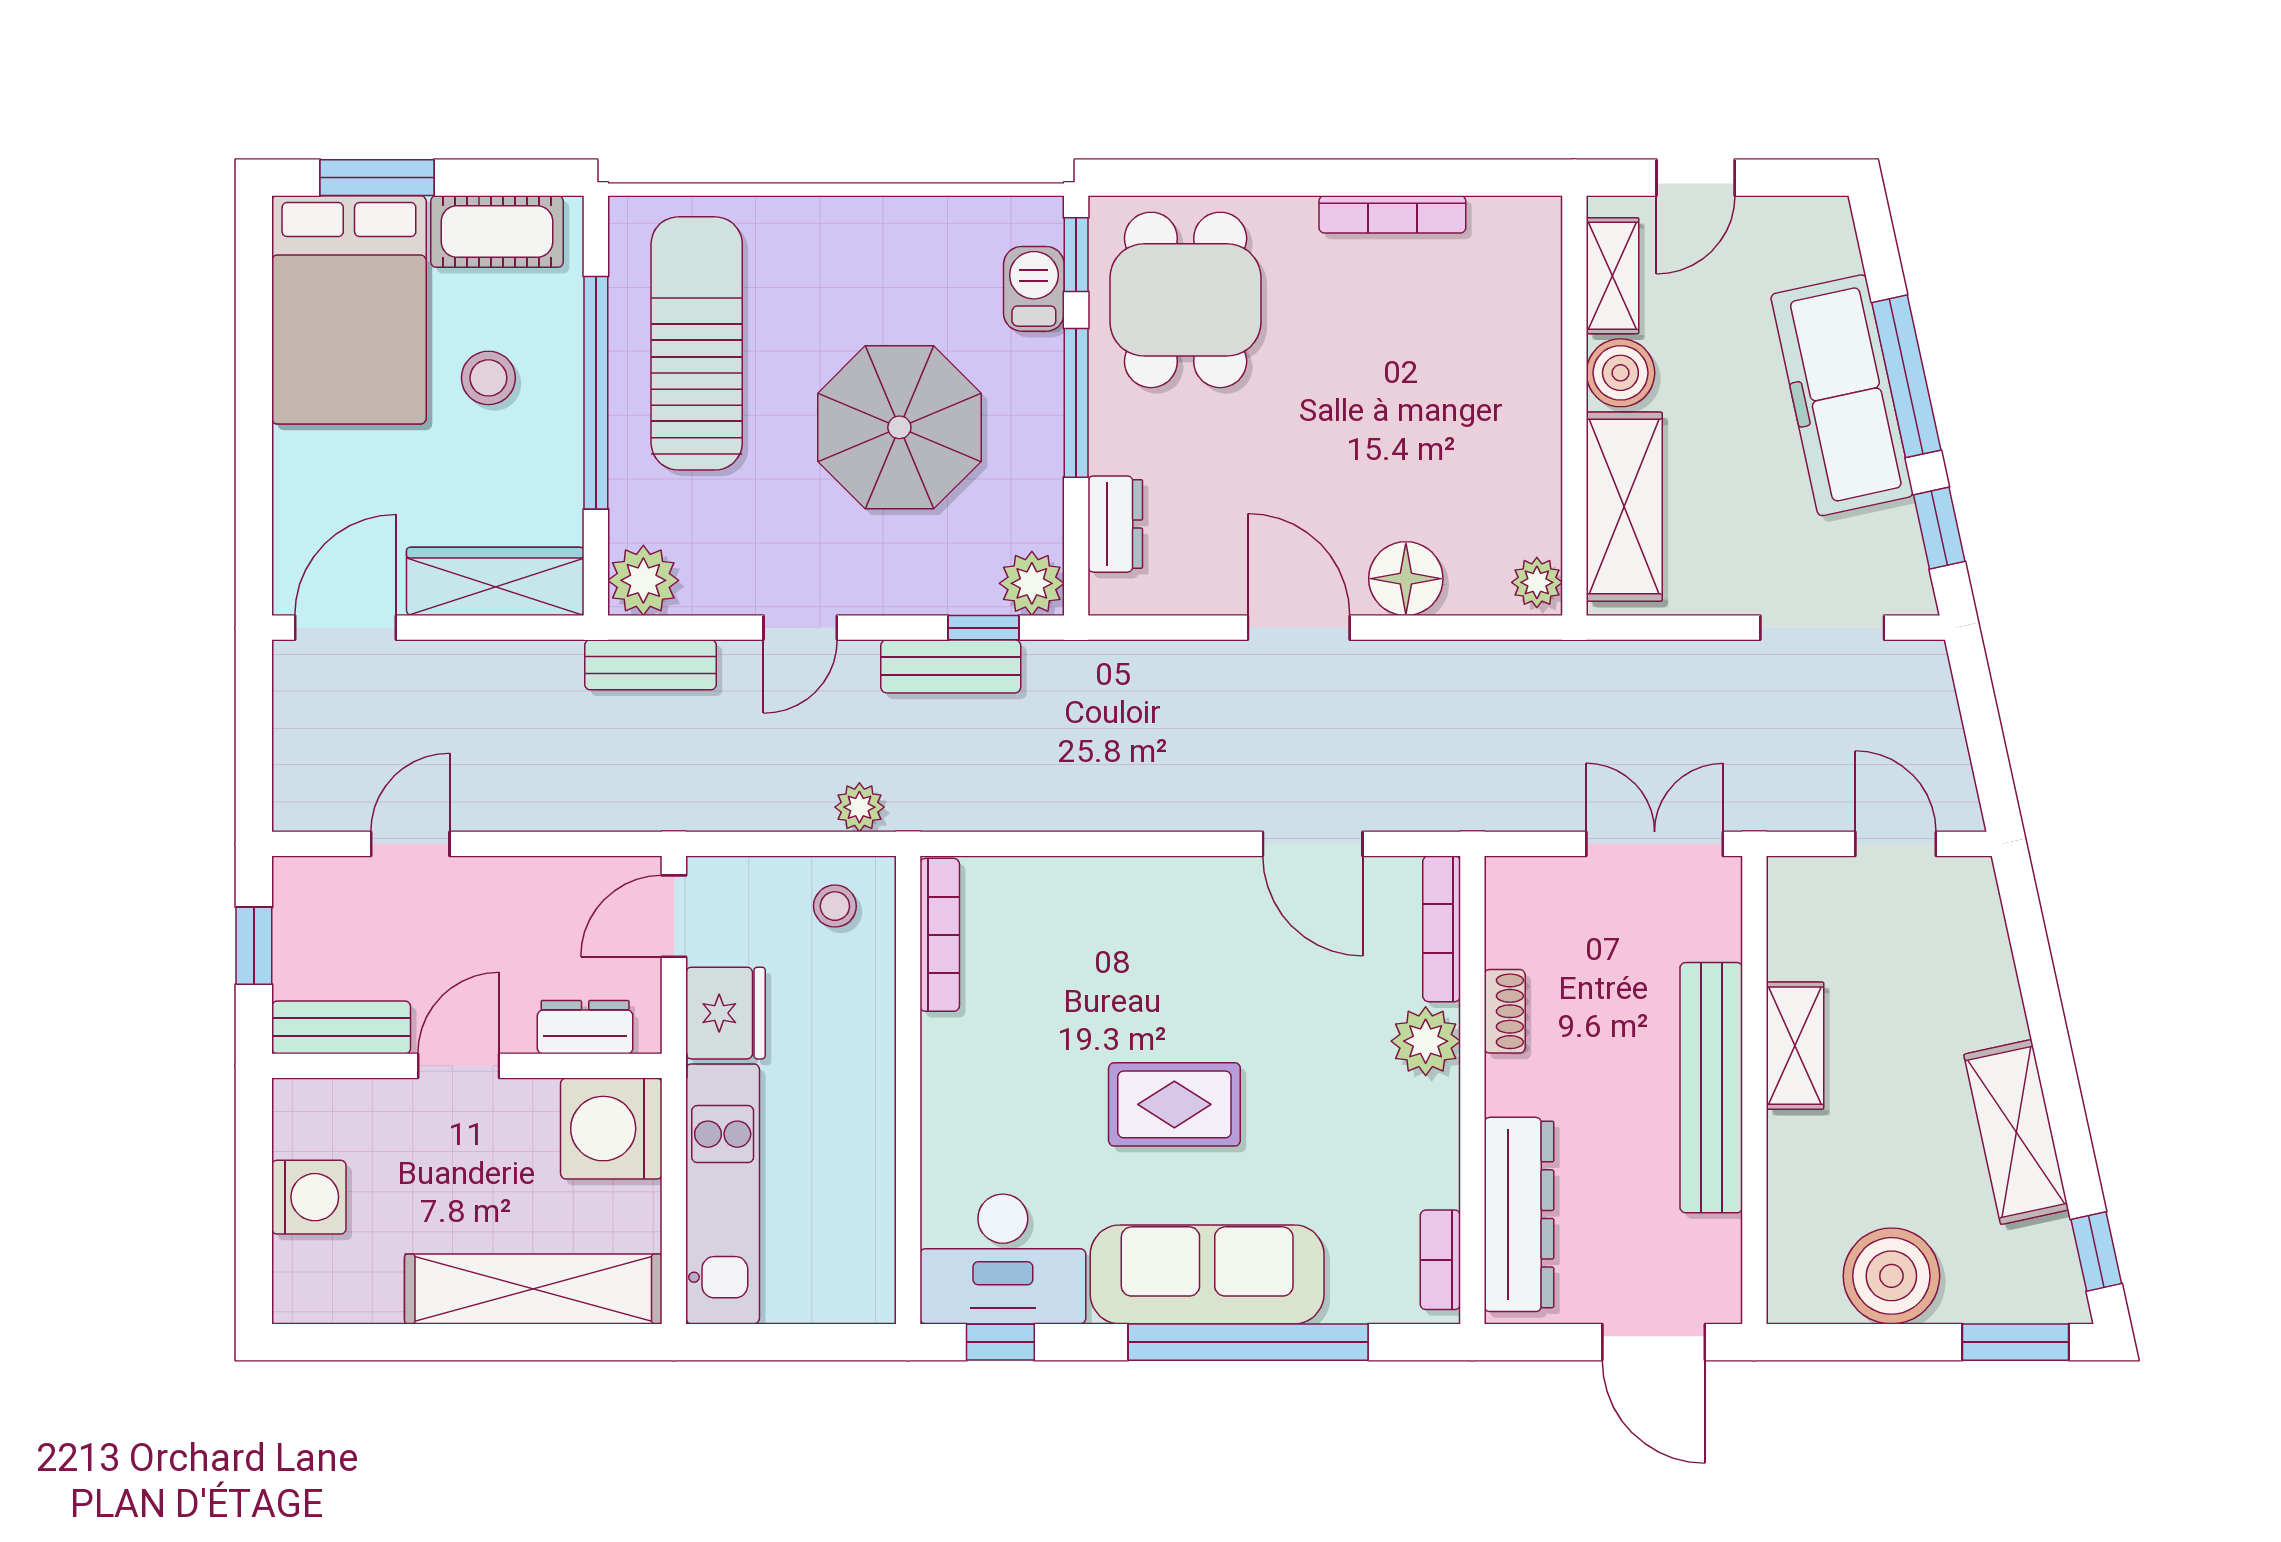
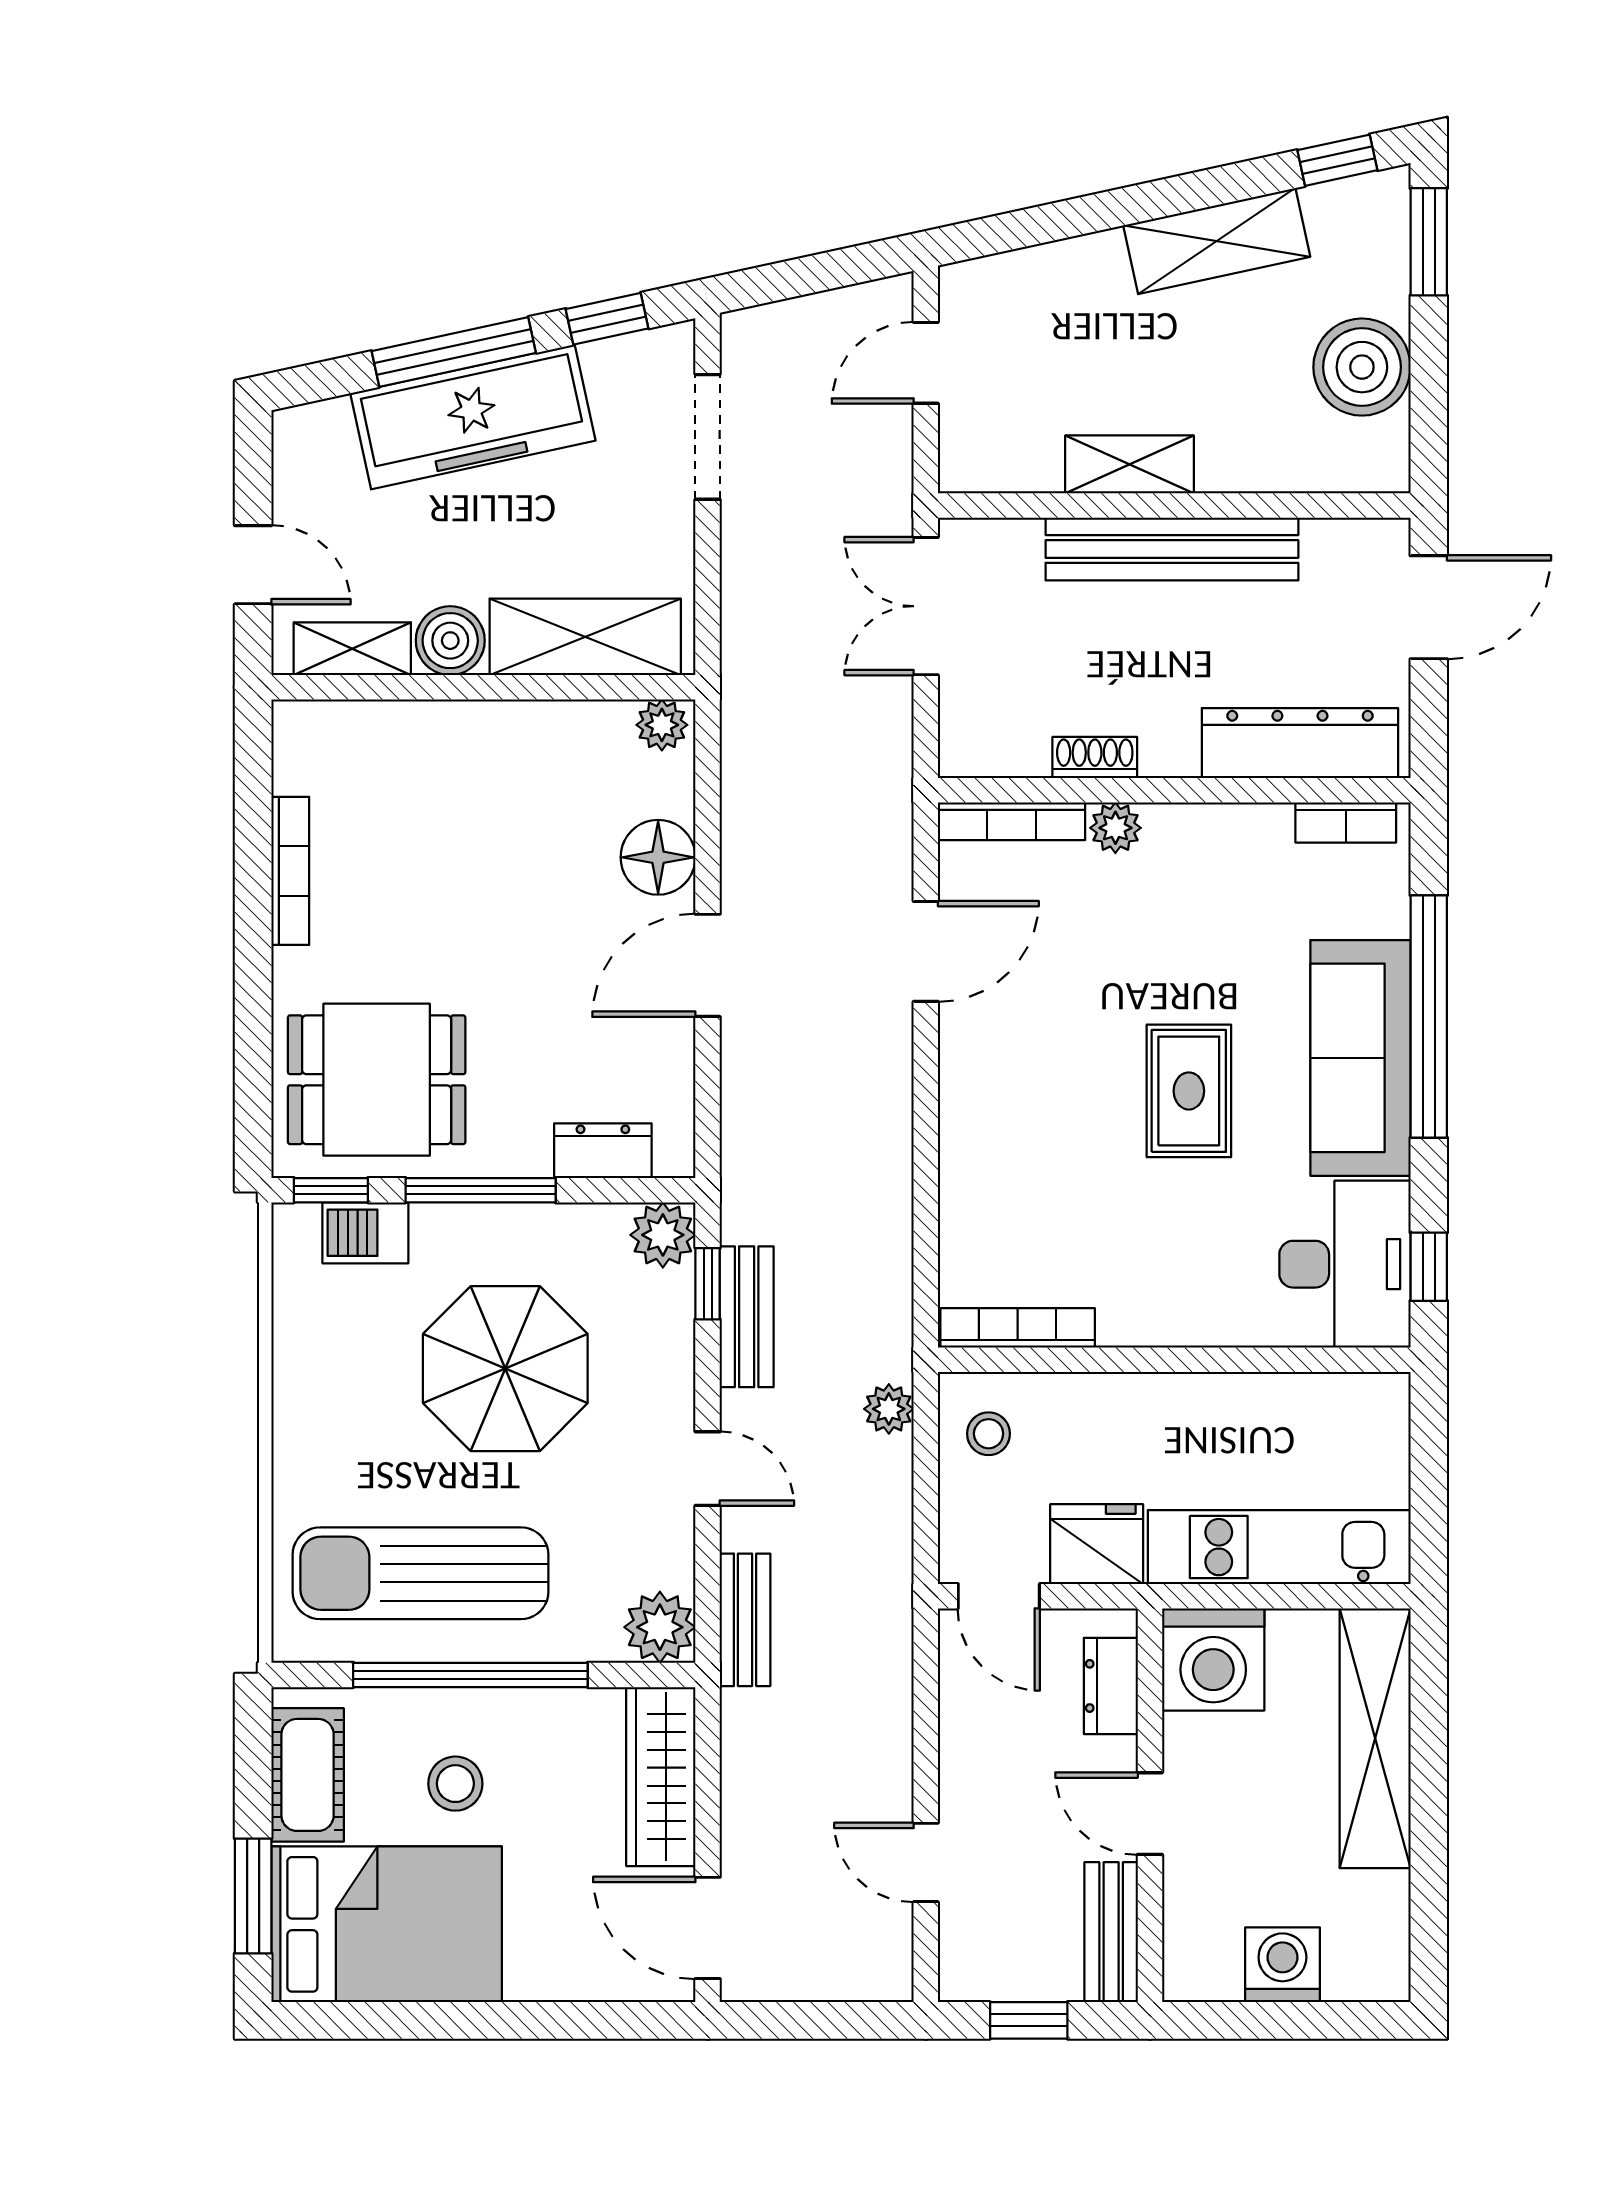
plant: (1426, 1041) -> (1115, 828), width x0.73, depth x0.73

